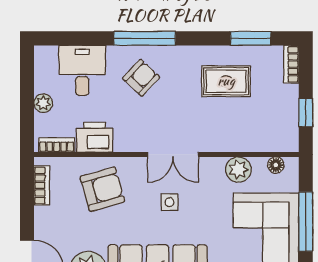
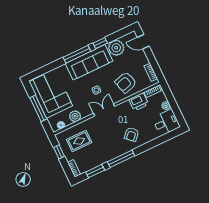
window: (145, 38) -> (121, 159), moved
desk: (82, 70) -> (166, 122), moved, turned -90
rug: (226, 81) -> (79, 141), moved

